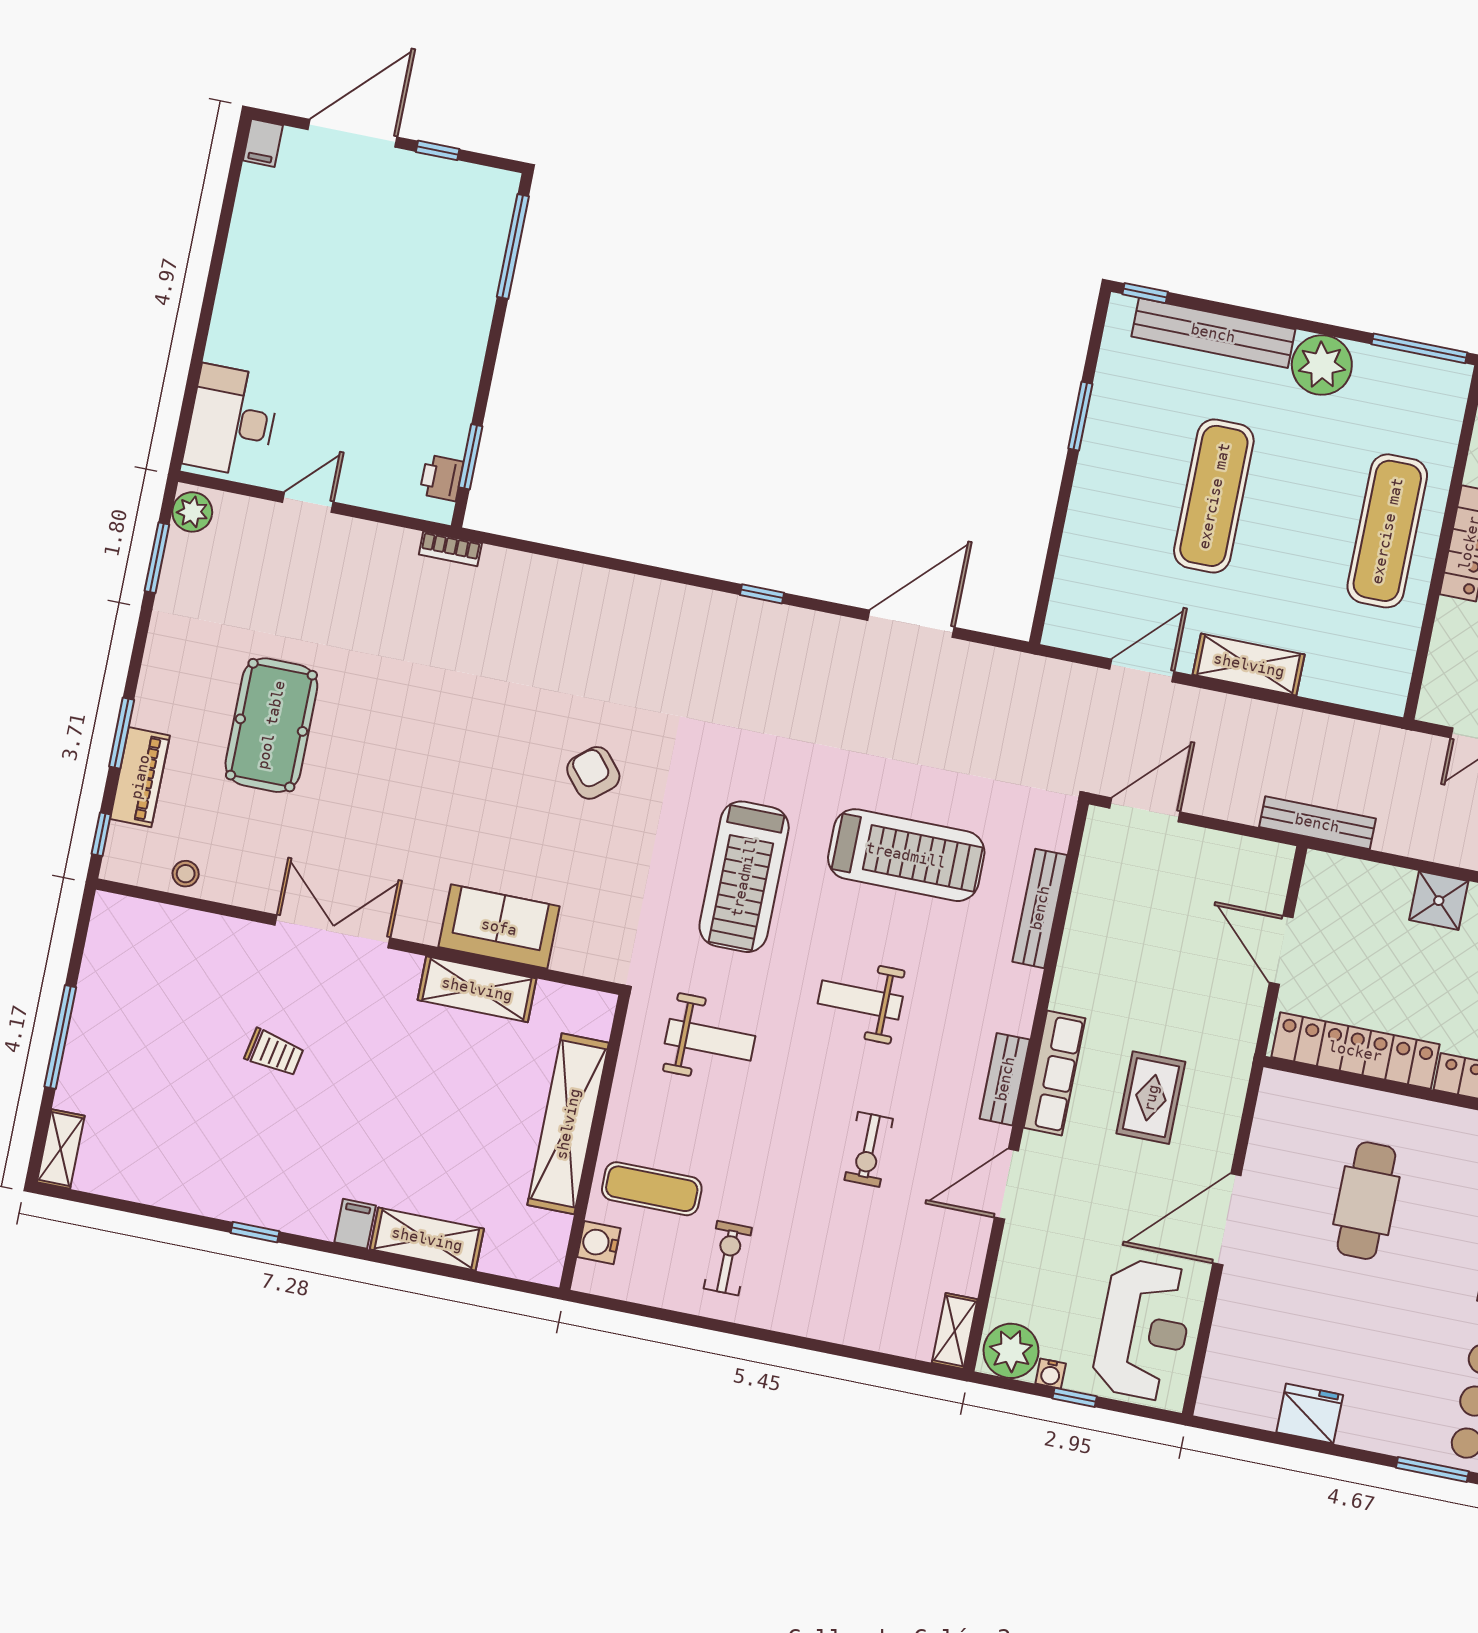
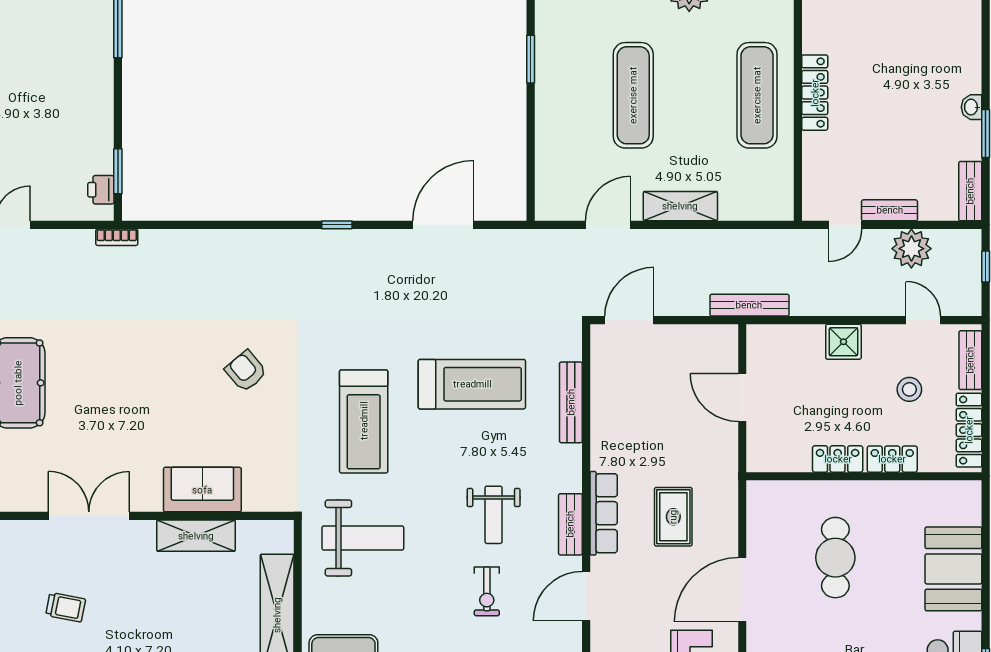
weight bench: (860, 1000) -> (494, 515), moved, turned -90
weight bench: (710, 1040) -> (363, 538), width x1.36, depth x1.33
locker: (1355, 1051) -> (838, 459), width x0.46, depth x0.83

